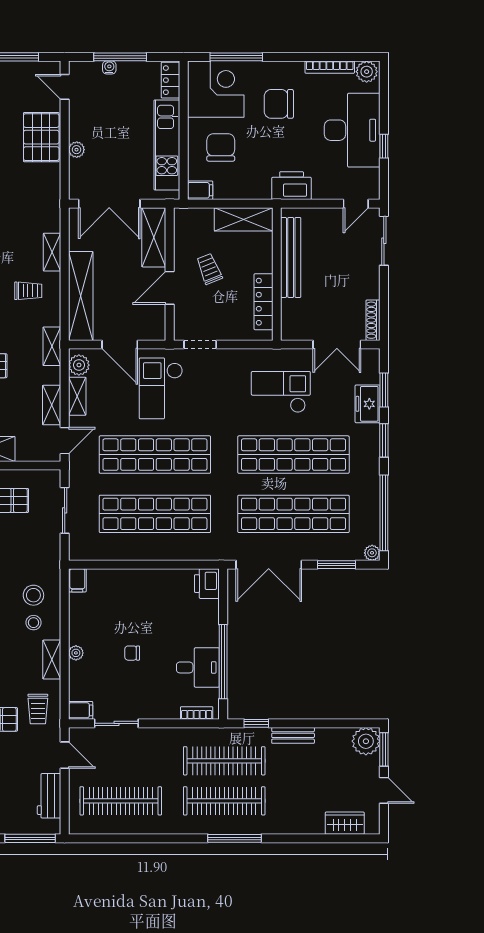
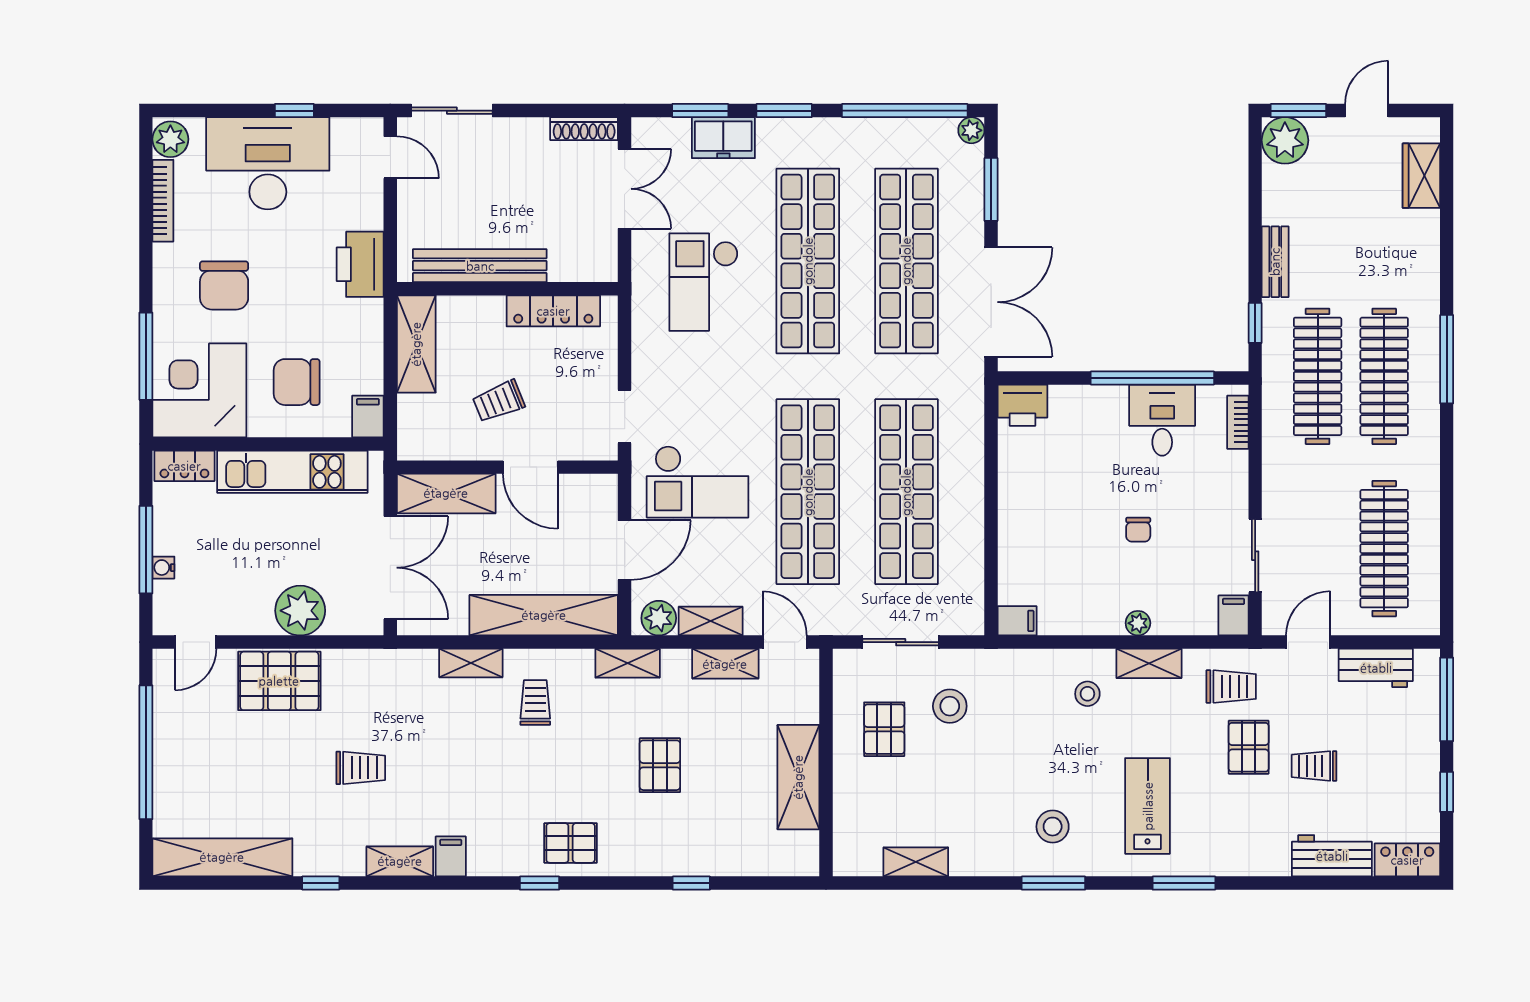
plant: (77, 150) -> (300, 611), width x1.88, depth x1.88
stool: (33, 595) -> (950, 706), moved

